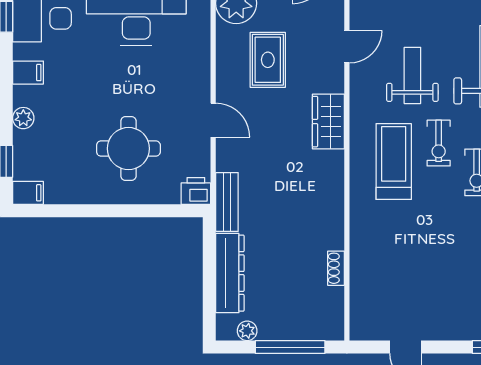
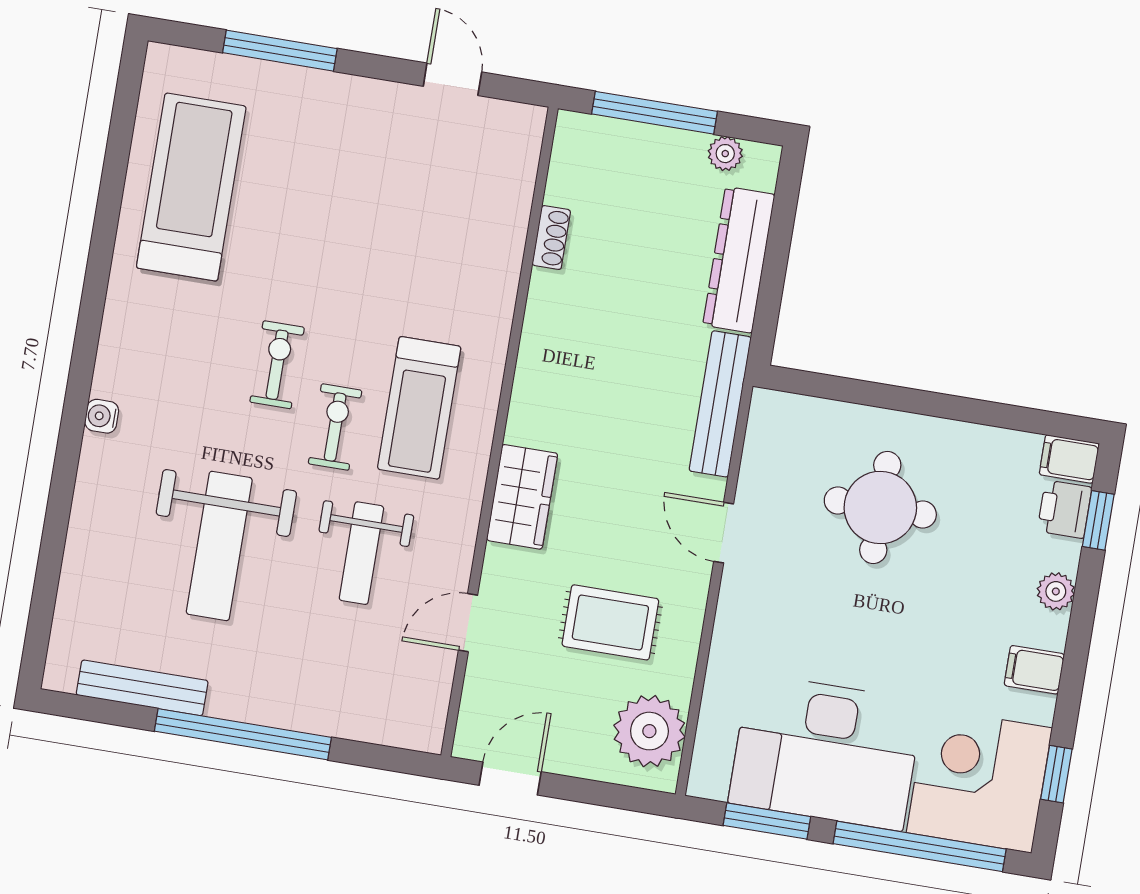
rug: (268, 60) -> (610, 622), turned 90
printer: (196, 191) -> (1064, 509), moved, turned 90
bench: (227, 202) -> (720, 404), width x1.36

